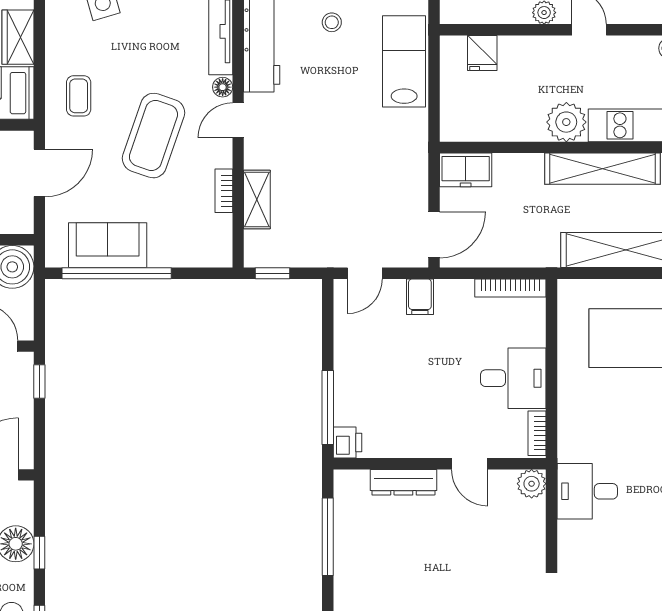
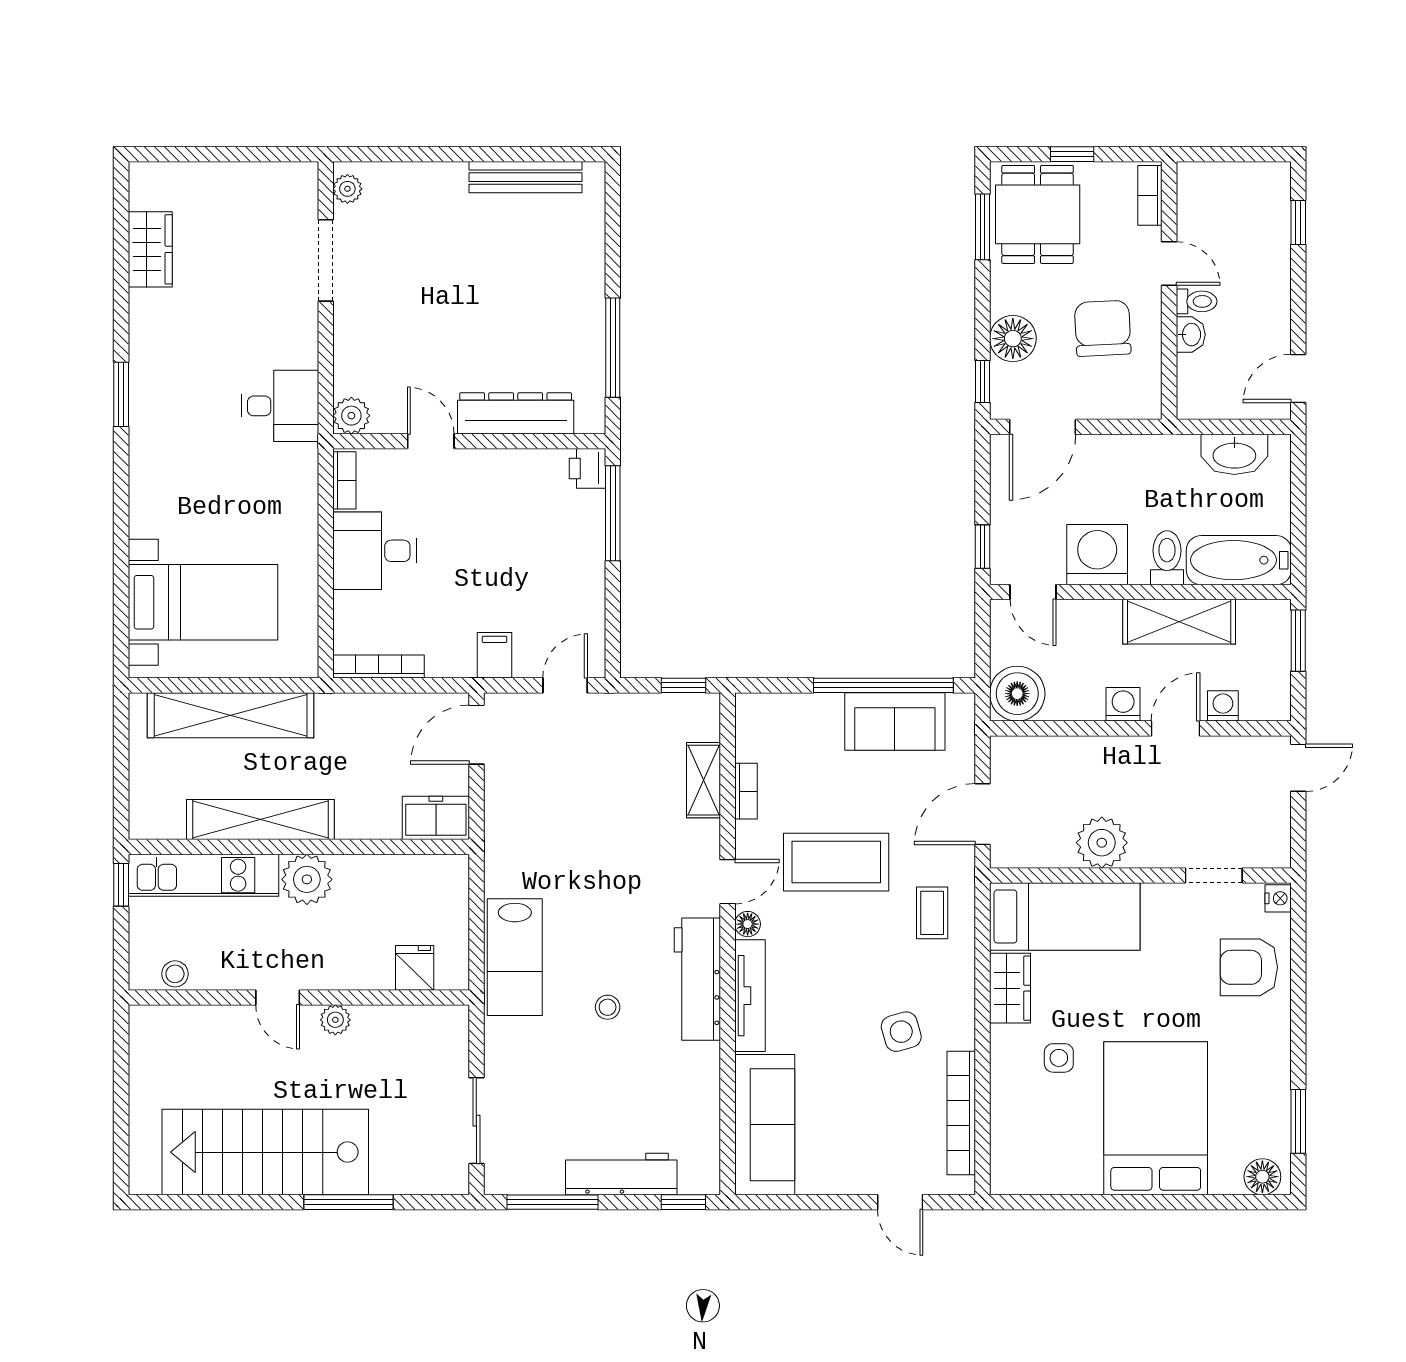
coffee table: (153, 136) -> (836, 862), turned 71
dresser: (403, 482) -> (516, 413), width x1.37, depth x1.24
window: (39, 553) -> (982, 382), moved

